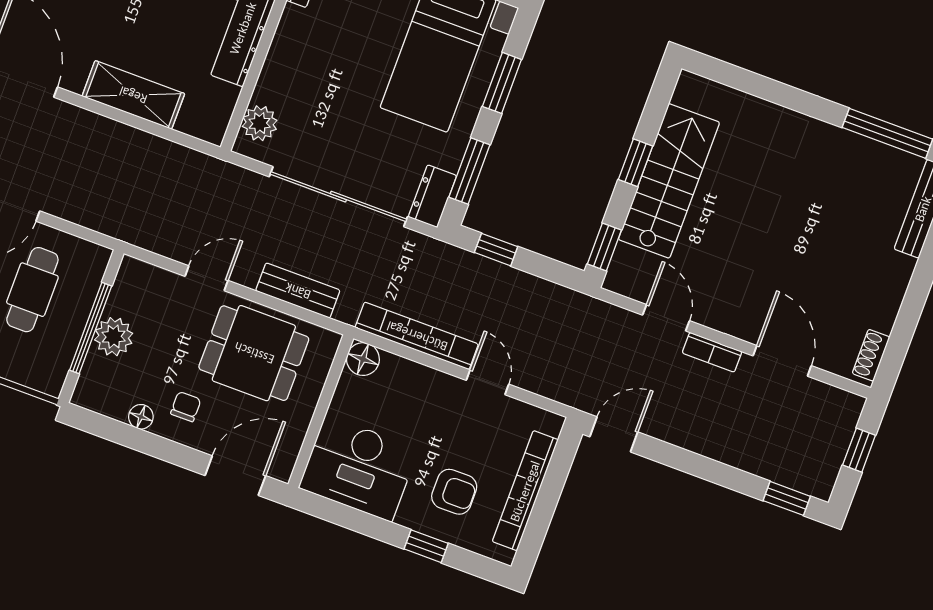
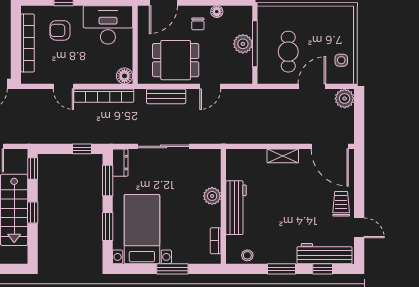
shelving: (133, 95) -> (283, 156), width x0.67, depth x0.75
plant: (260, 123) -> (212, 196), moved
sliding door: (338, 197) -> (163, 146), width x0.73

